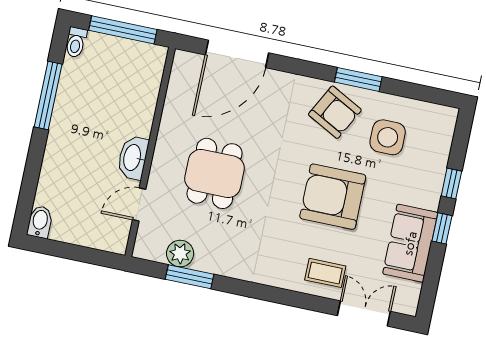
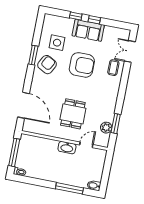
window: (48, 96) -> (69, 188), moved
dining table: (215, 173) -> (73, 114), turned 90
armchair: (333, 197) -> (82, 65), turned -90
door: (139, 204) -> (86, 145), swing flipped
sofa: (410, 243) -> (88, 30), moved

